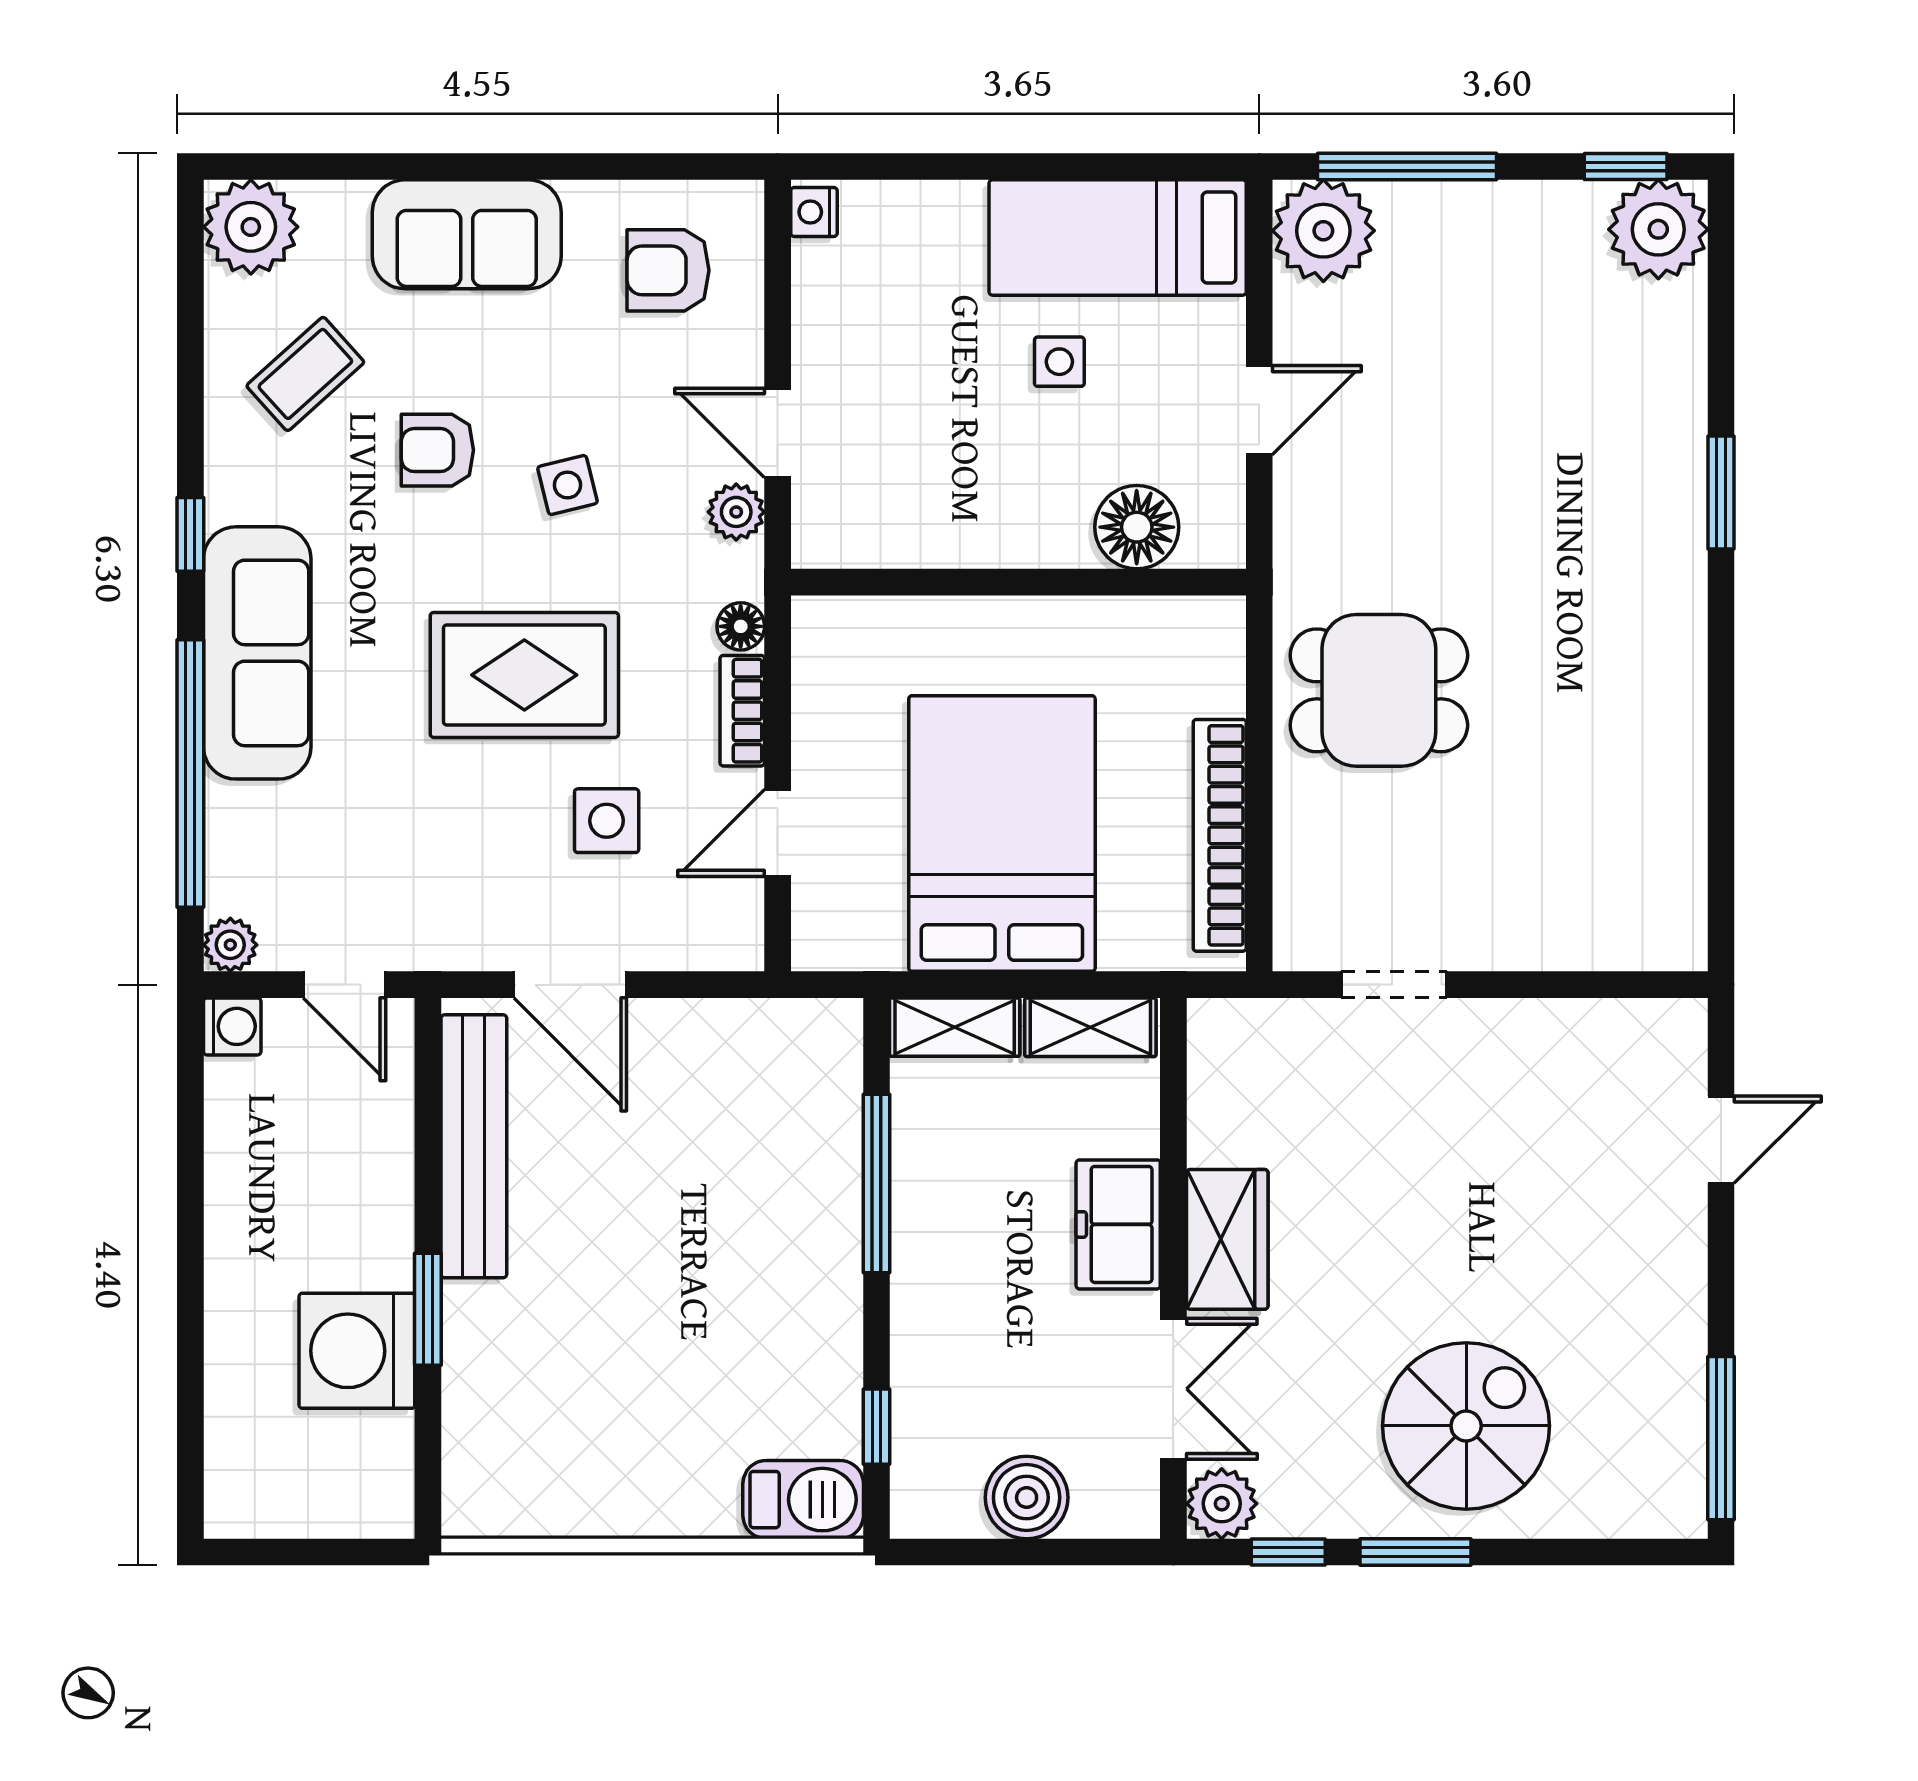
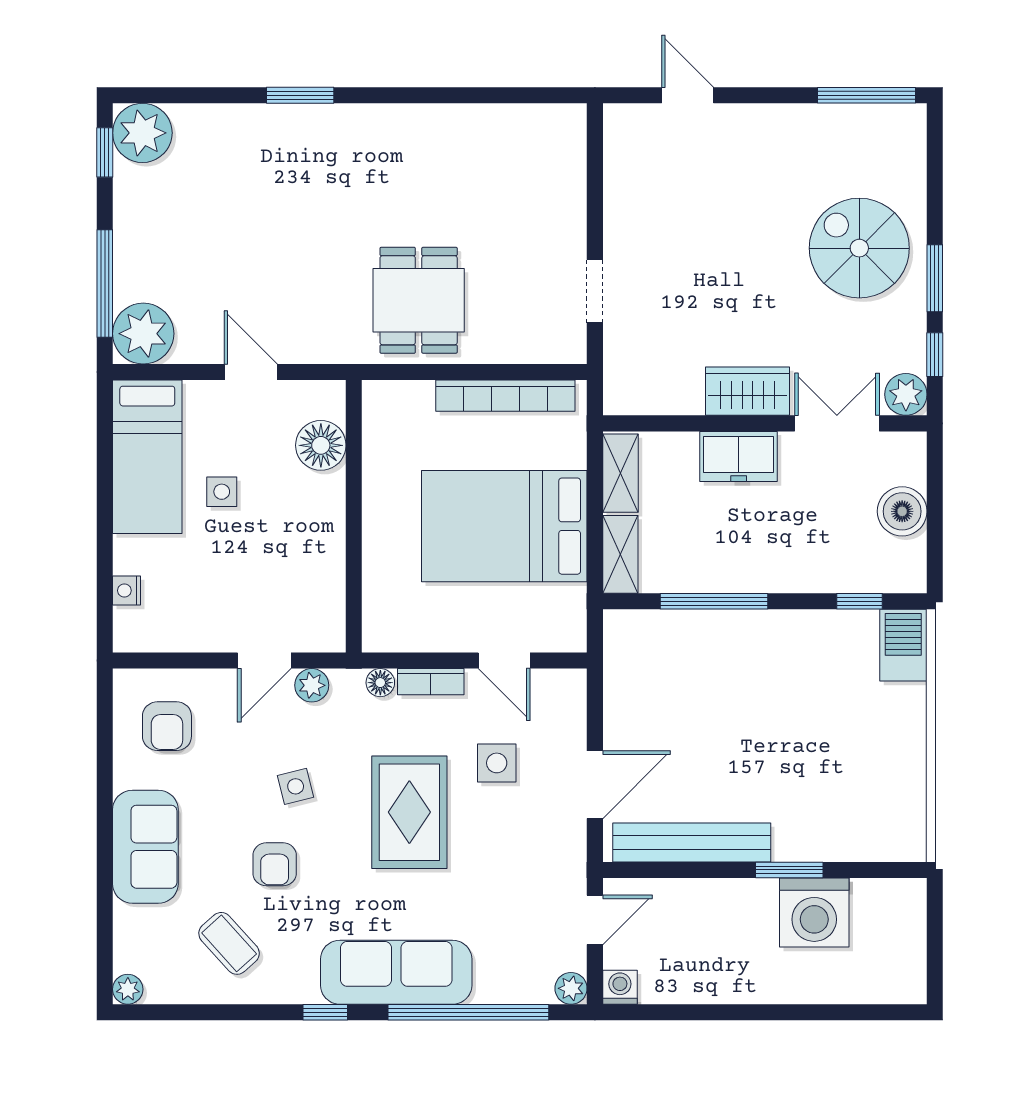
nightstand: (814, 212) -> (127, 591), moved, turned 90
plant: (251, 227) -> (128, 989), width x0.53, depth x0.53

